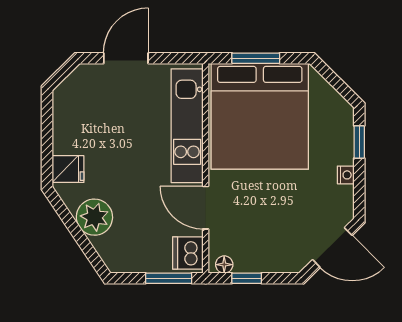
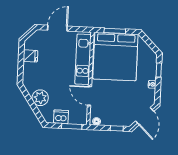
fridge: (68, 169) -> (30, 56), moved
door: (332, 248) -> (145, 116), hinge flipped
dishwasher: (188, 253) -> (61, 117), moved, turned 90
window: (247, 278) -> (117, 128), moved

